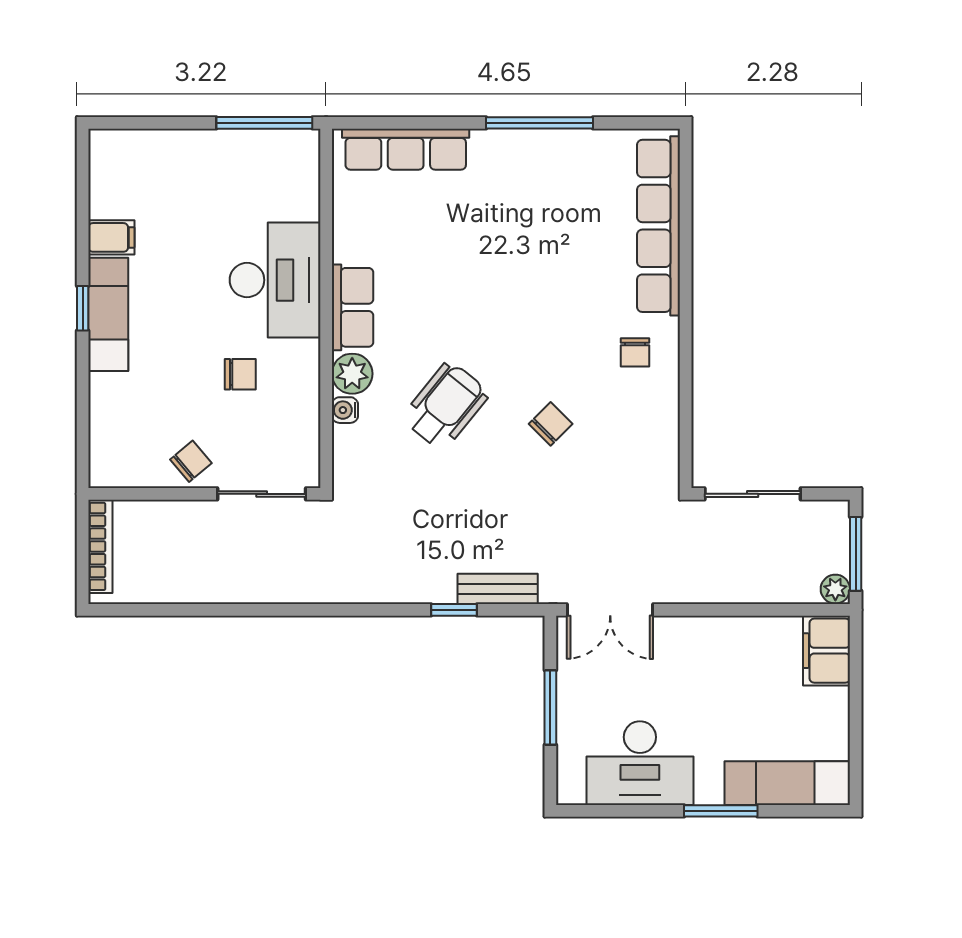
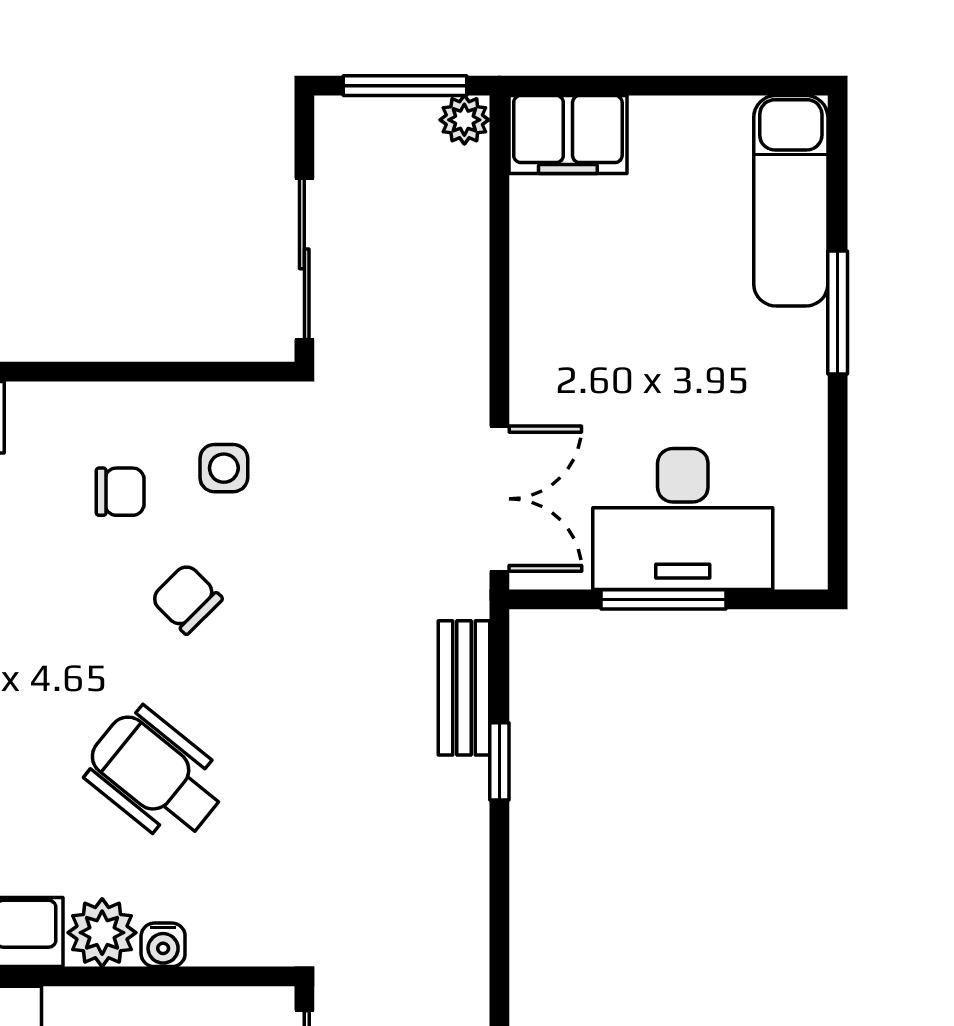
chair: (635, 352) -> (120, 492), moved
side table: (628, 446) -> (224, 468), added
desk: (640, 763) -> (683, 519), moved, turned 90

